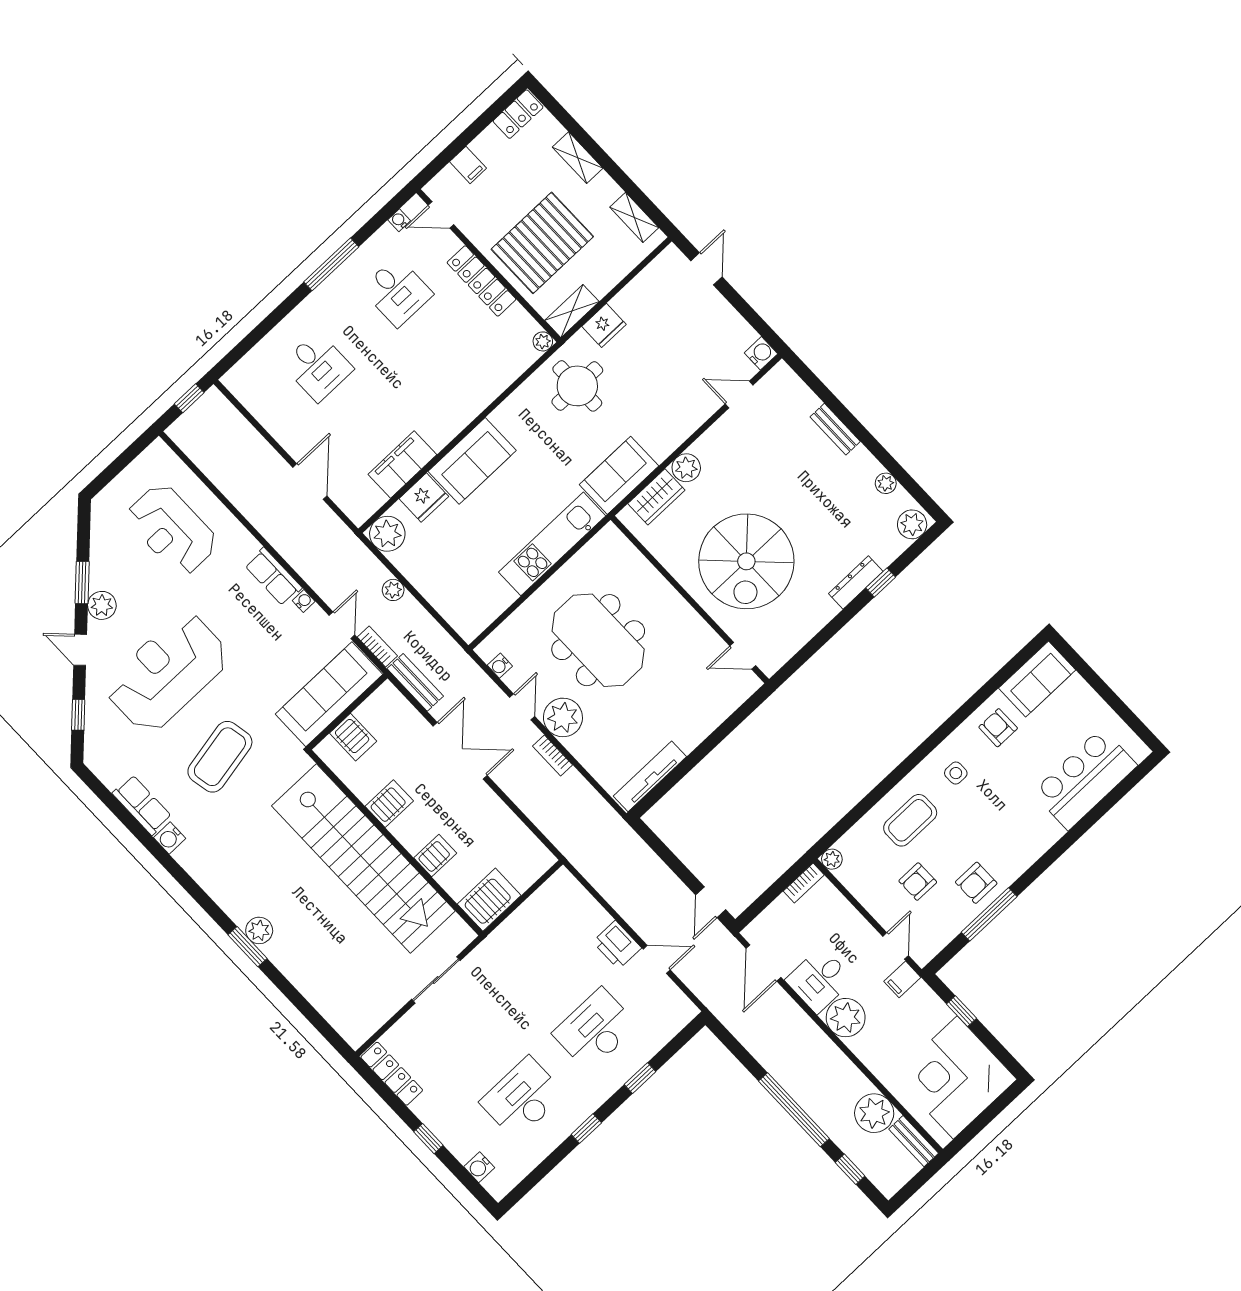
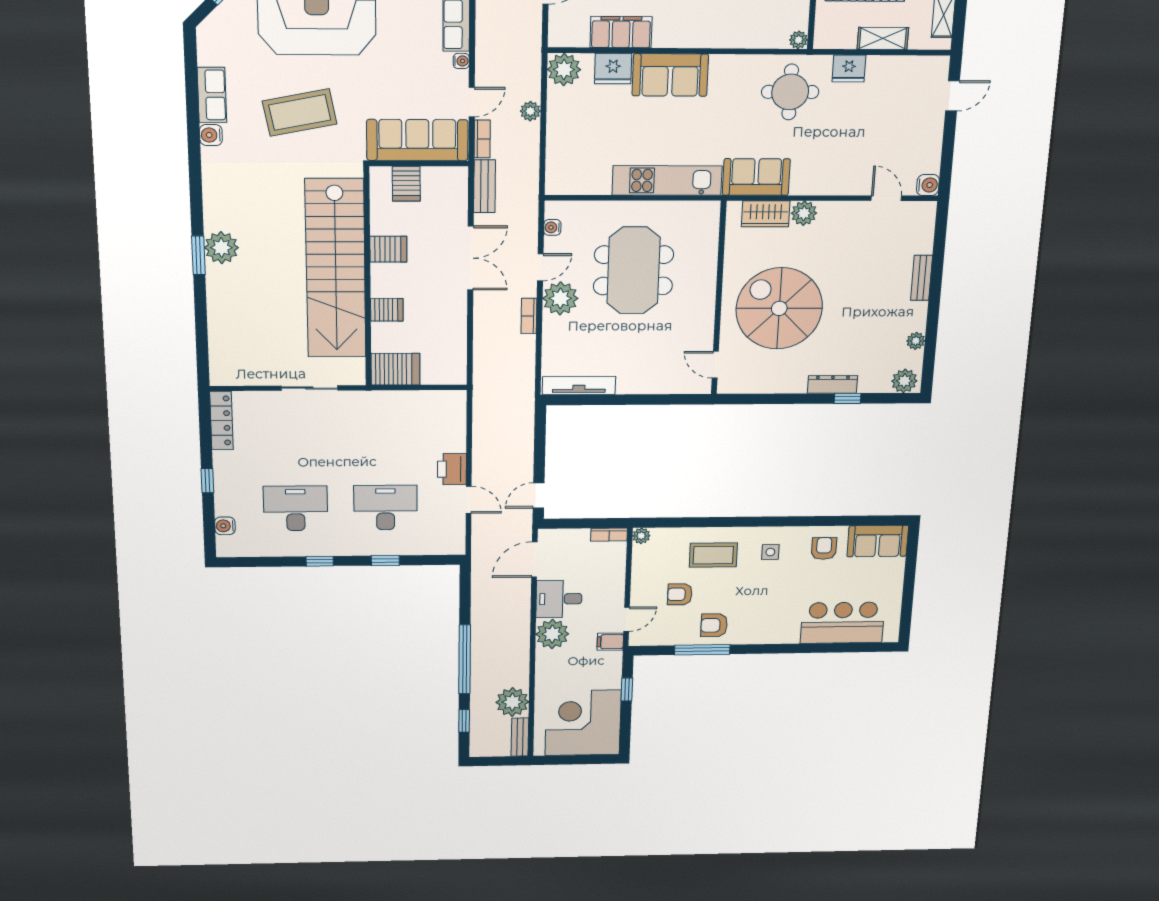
shelving: (572, 311) -> (883, 38), moved
spiral stairs: (746, 561) -> (779, 308), turned 90
plant: (259, 930) -> (221, 248), width x1.36, depth x1.36

